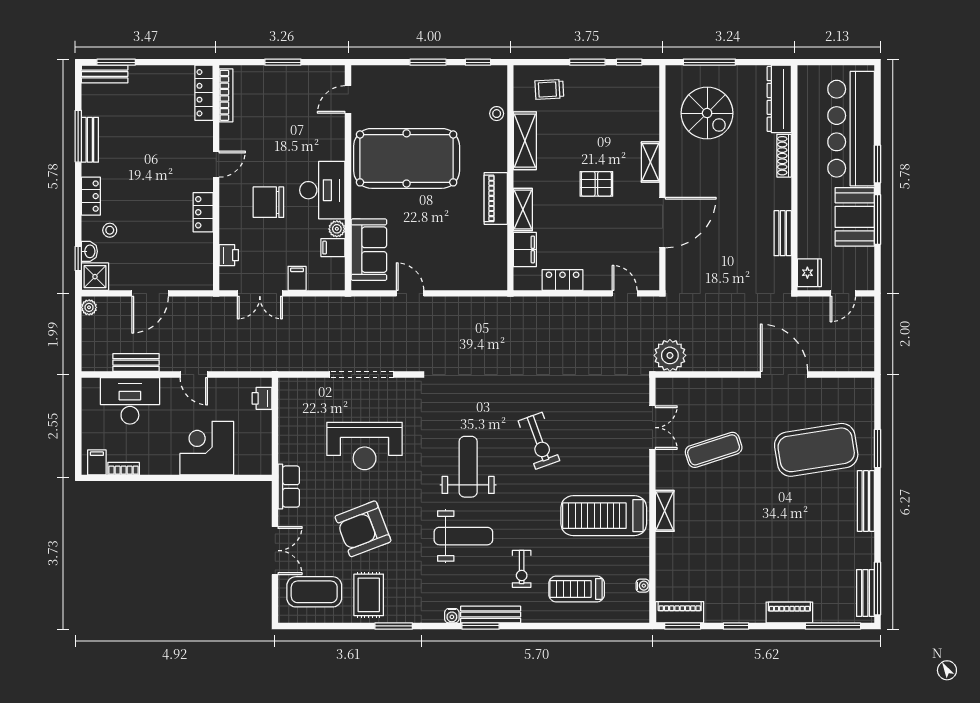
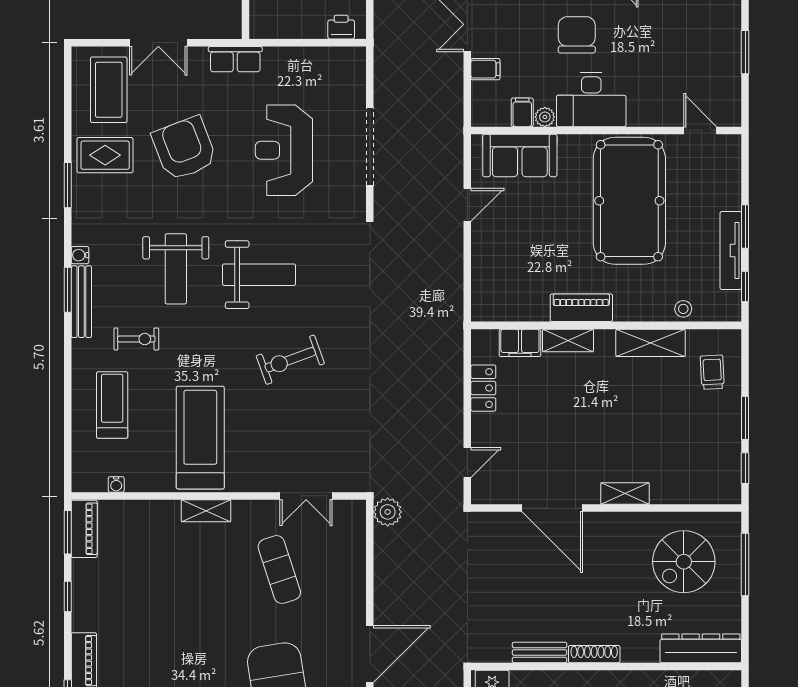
tv unit: (448, 74) -> (731, 250), added
shoe rack: (784, 156) -> (594, 654), moved
pallet: (596, 184) -> (599, 429), removed
plant: (670, 355) -> (388, 512), width x0.73, depth x0.73
exercise bike: (522, 569) -> (136, 339), turned 180

